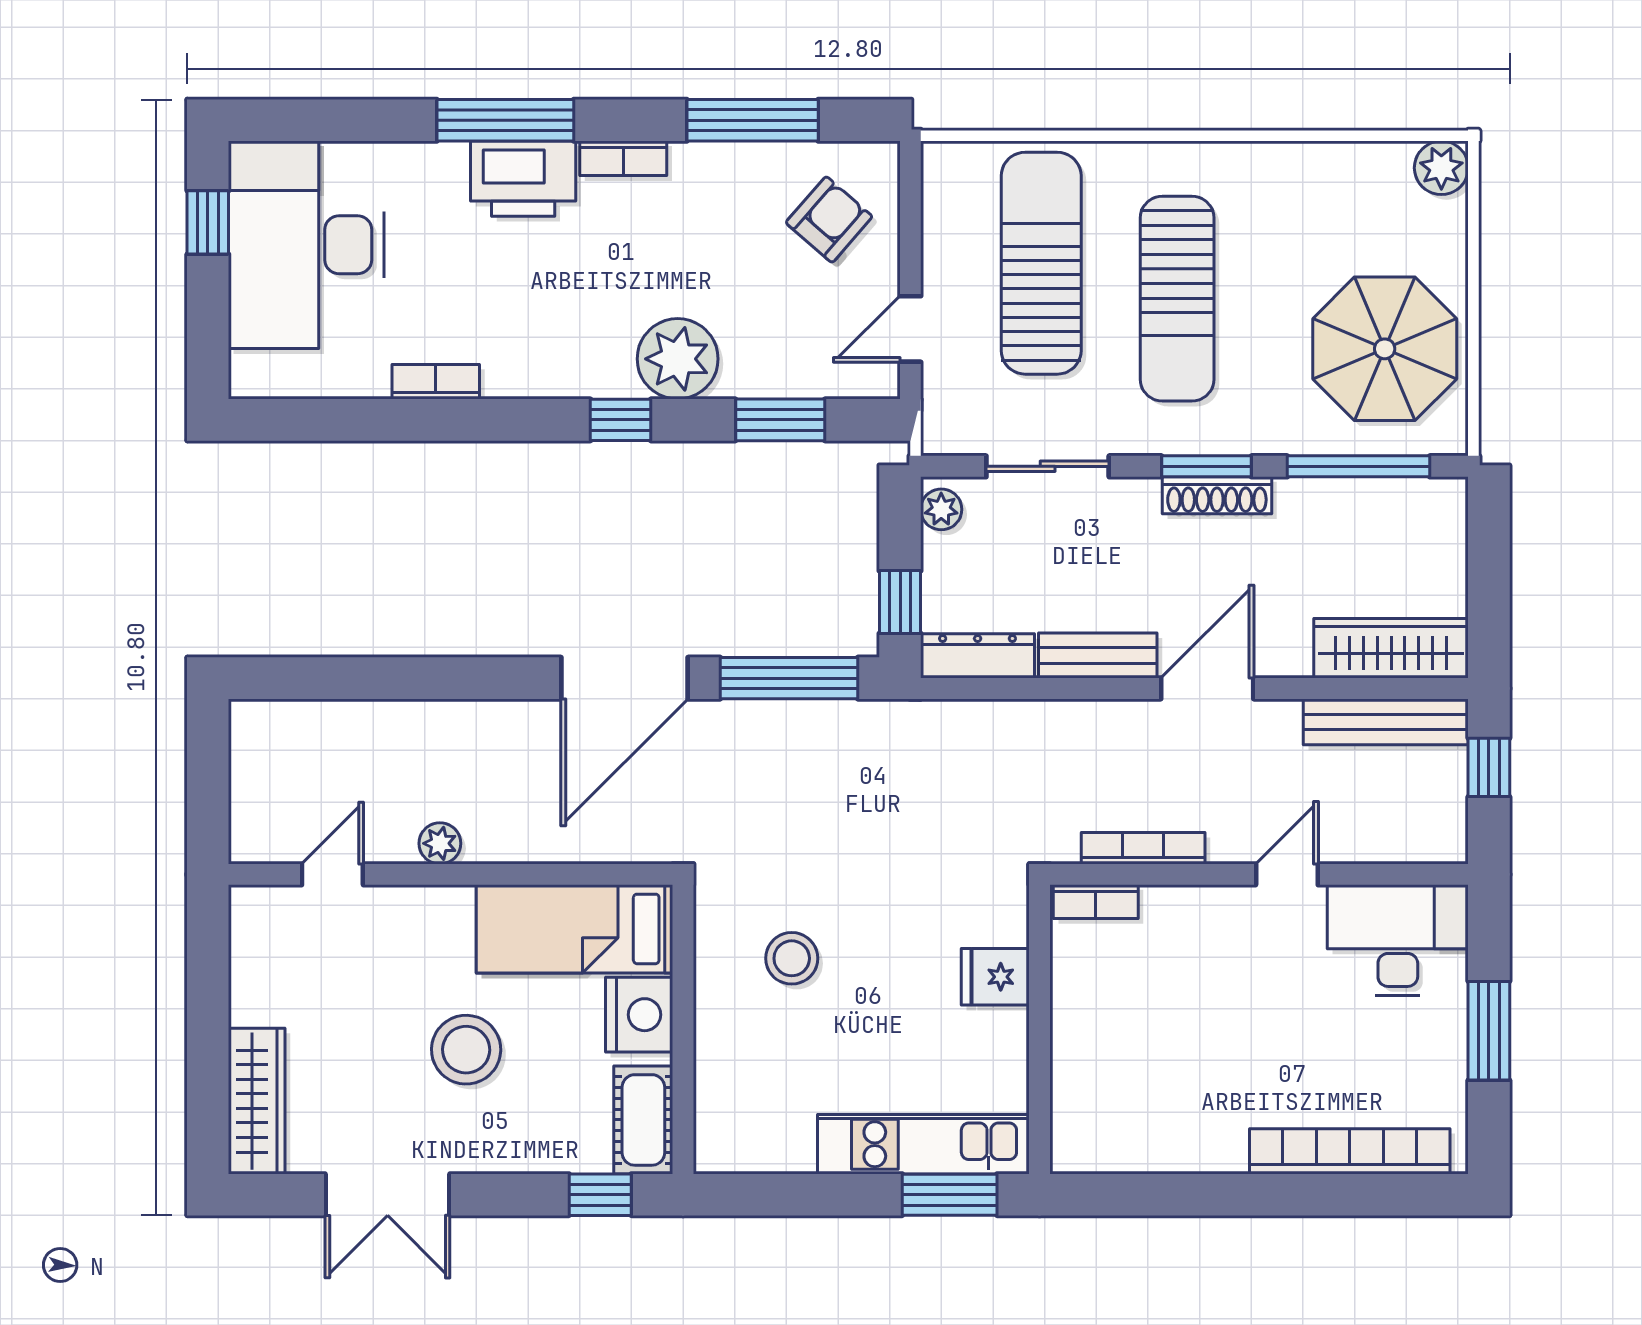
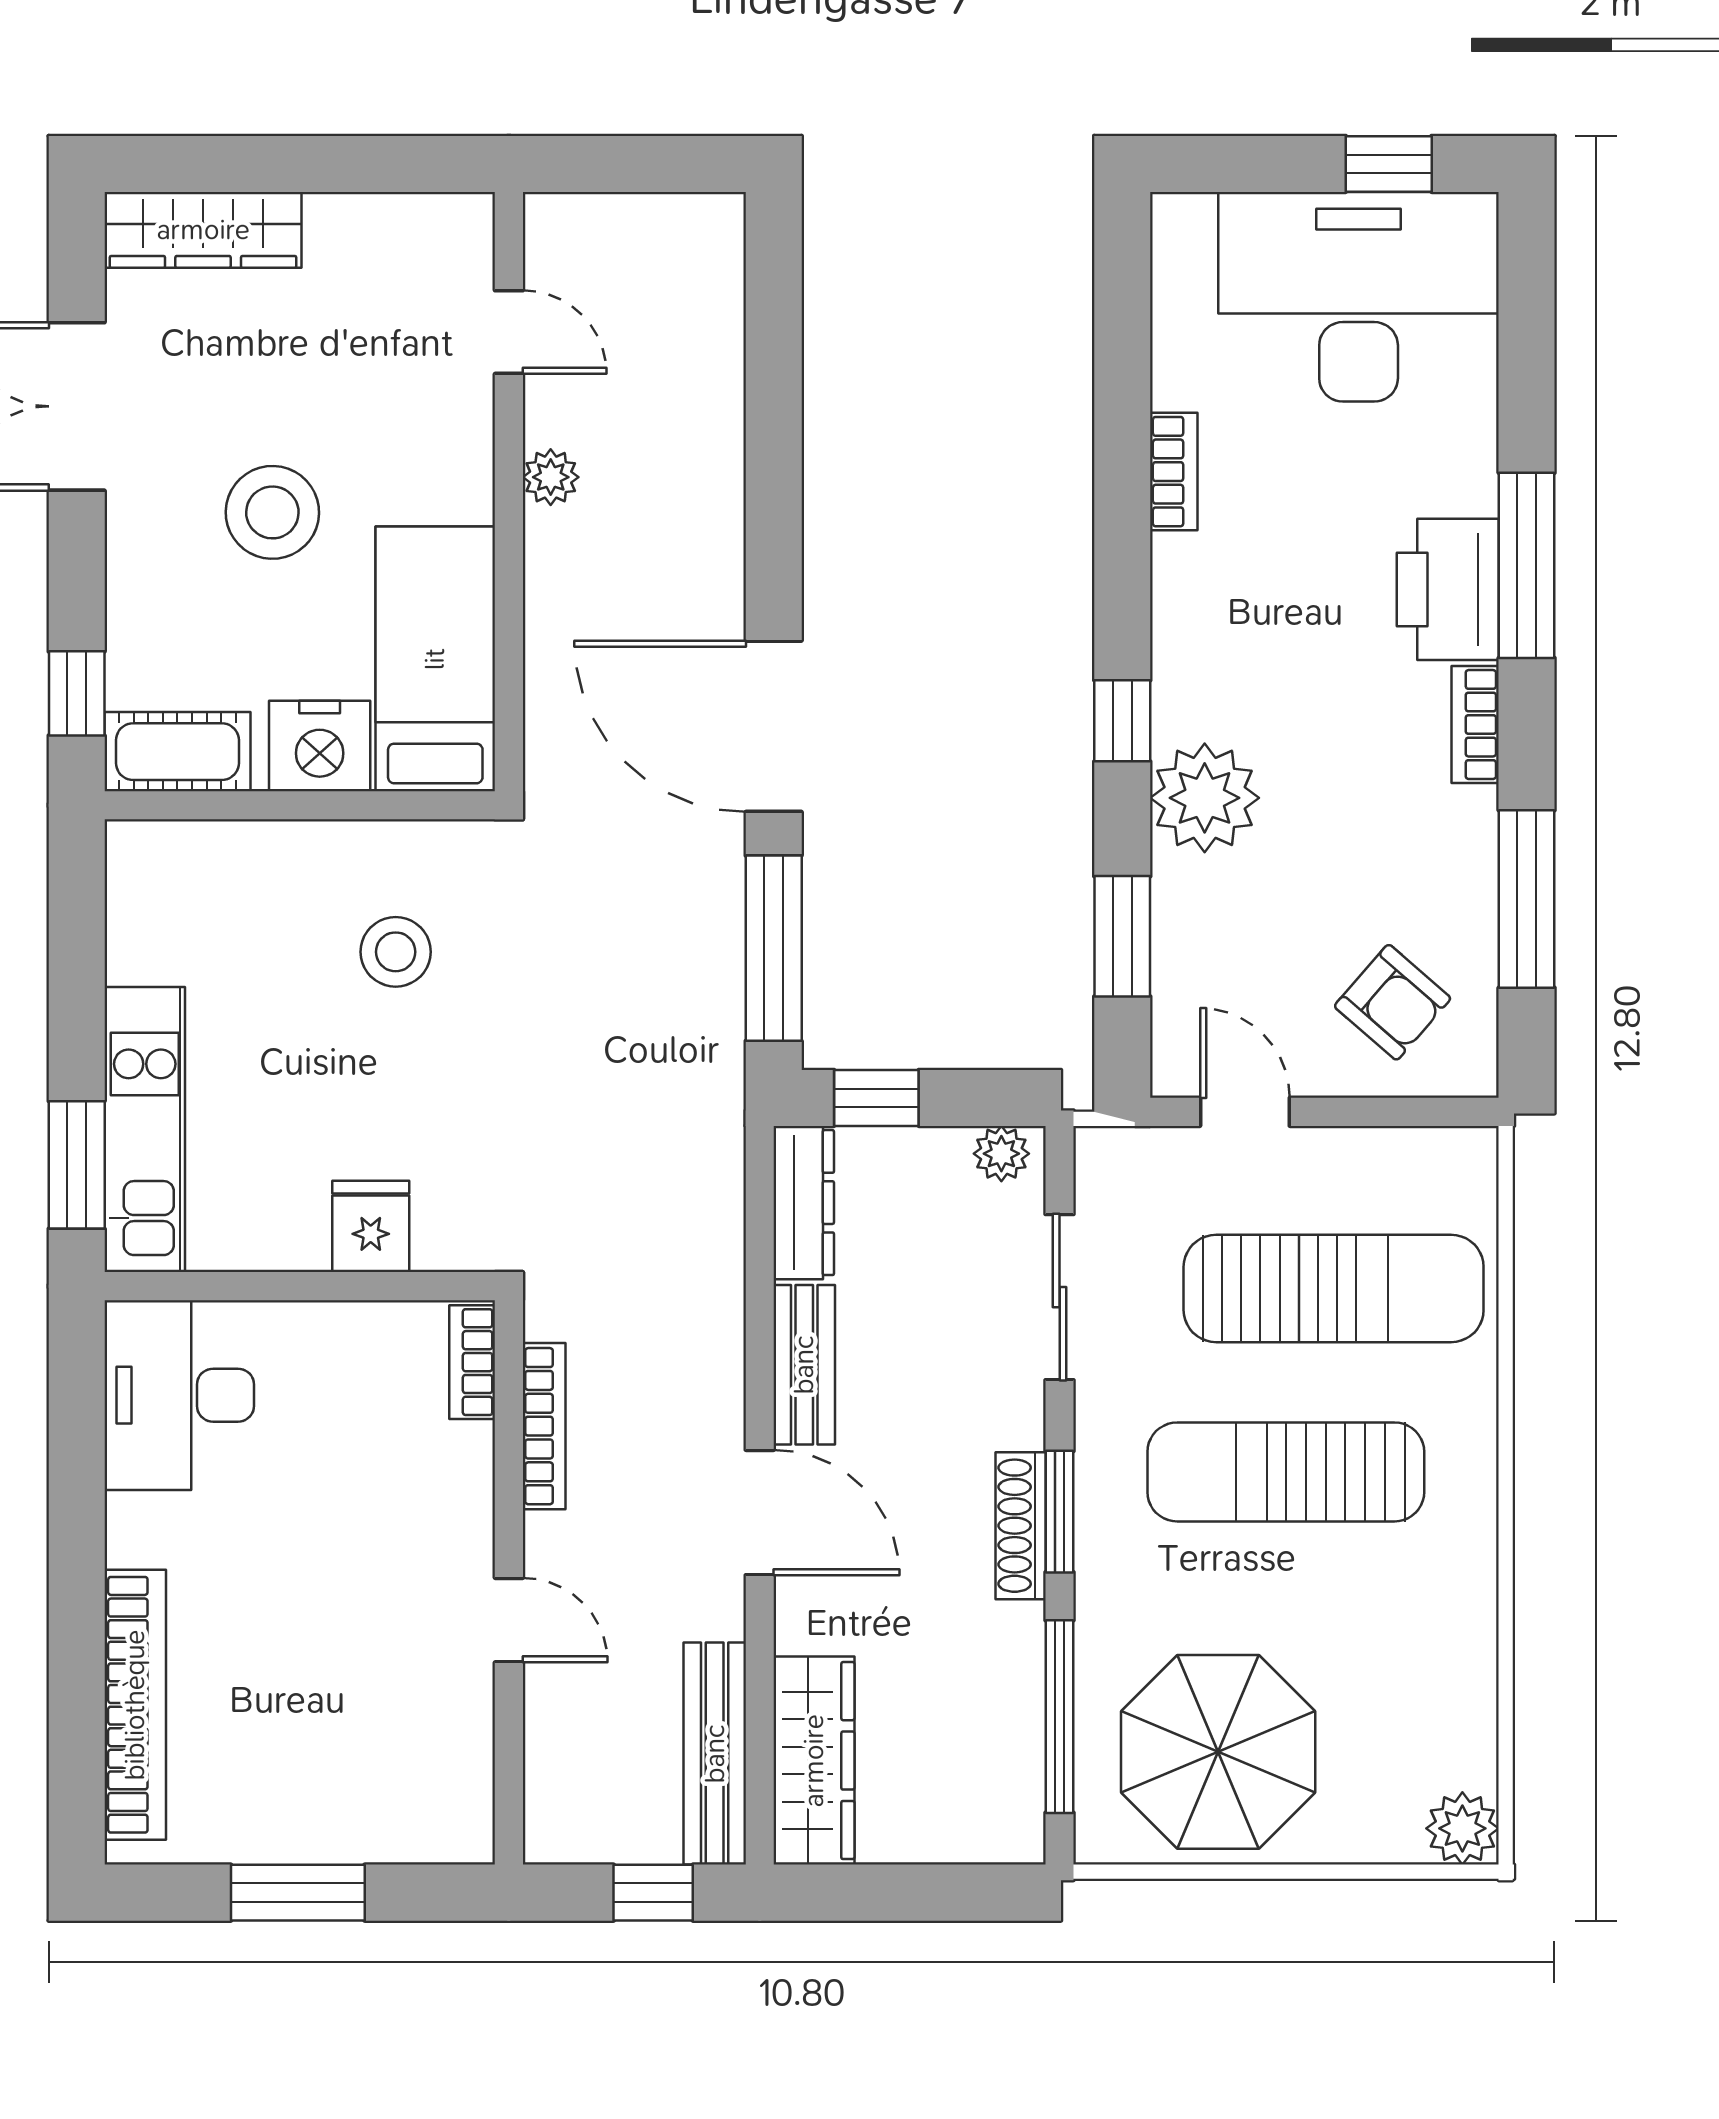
desk: (1398, 940) -> (179, 1395), moved, turned 180

